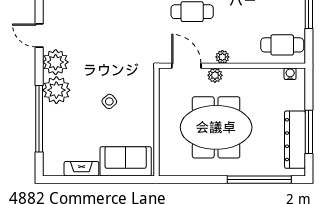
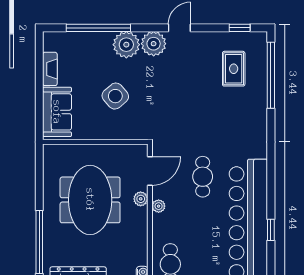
side table: (109, 101) -> (115, 96), width x1.87, depth x1.87

